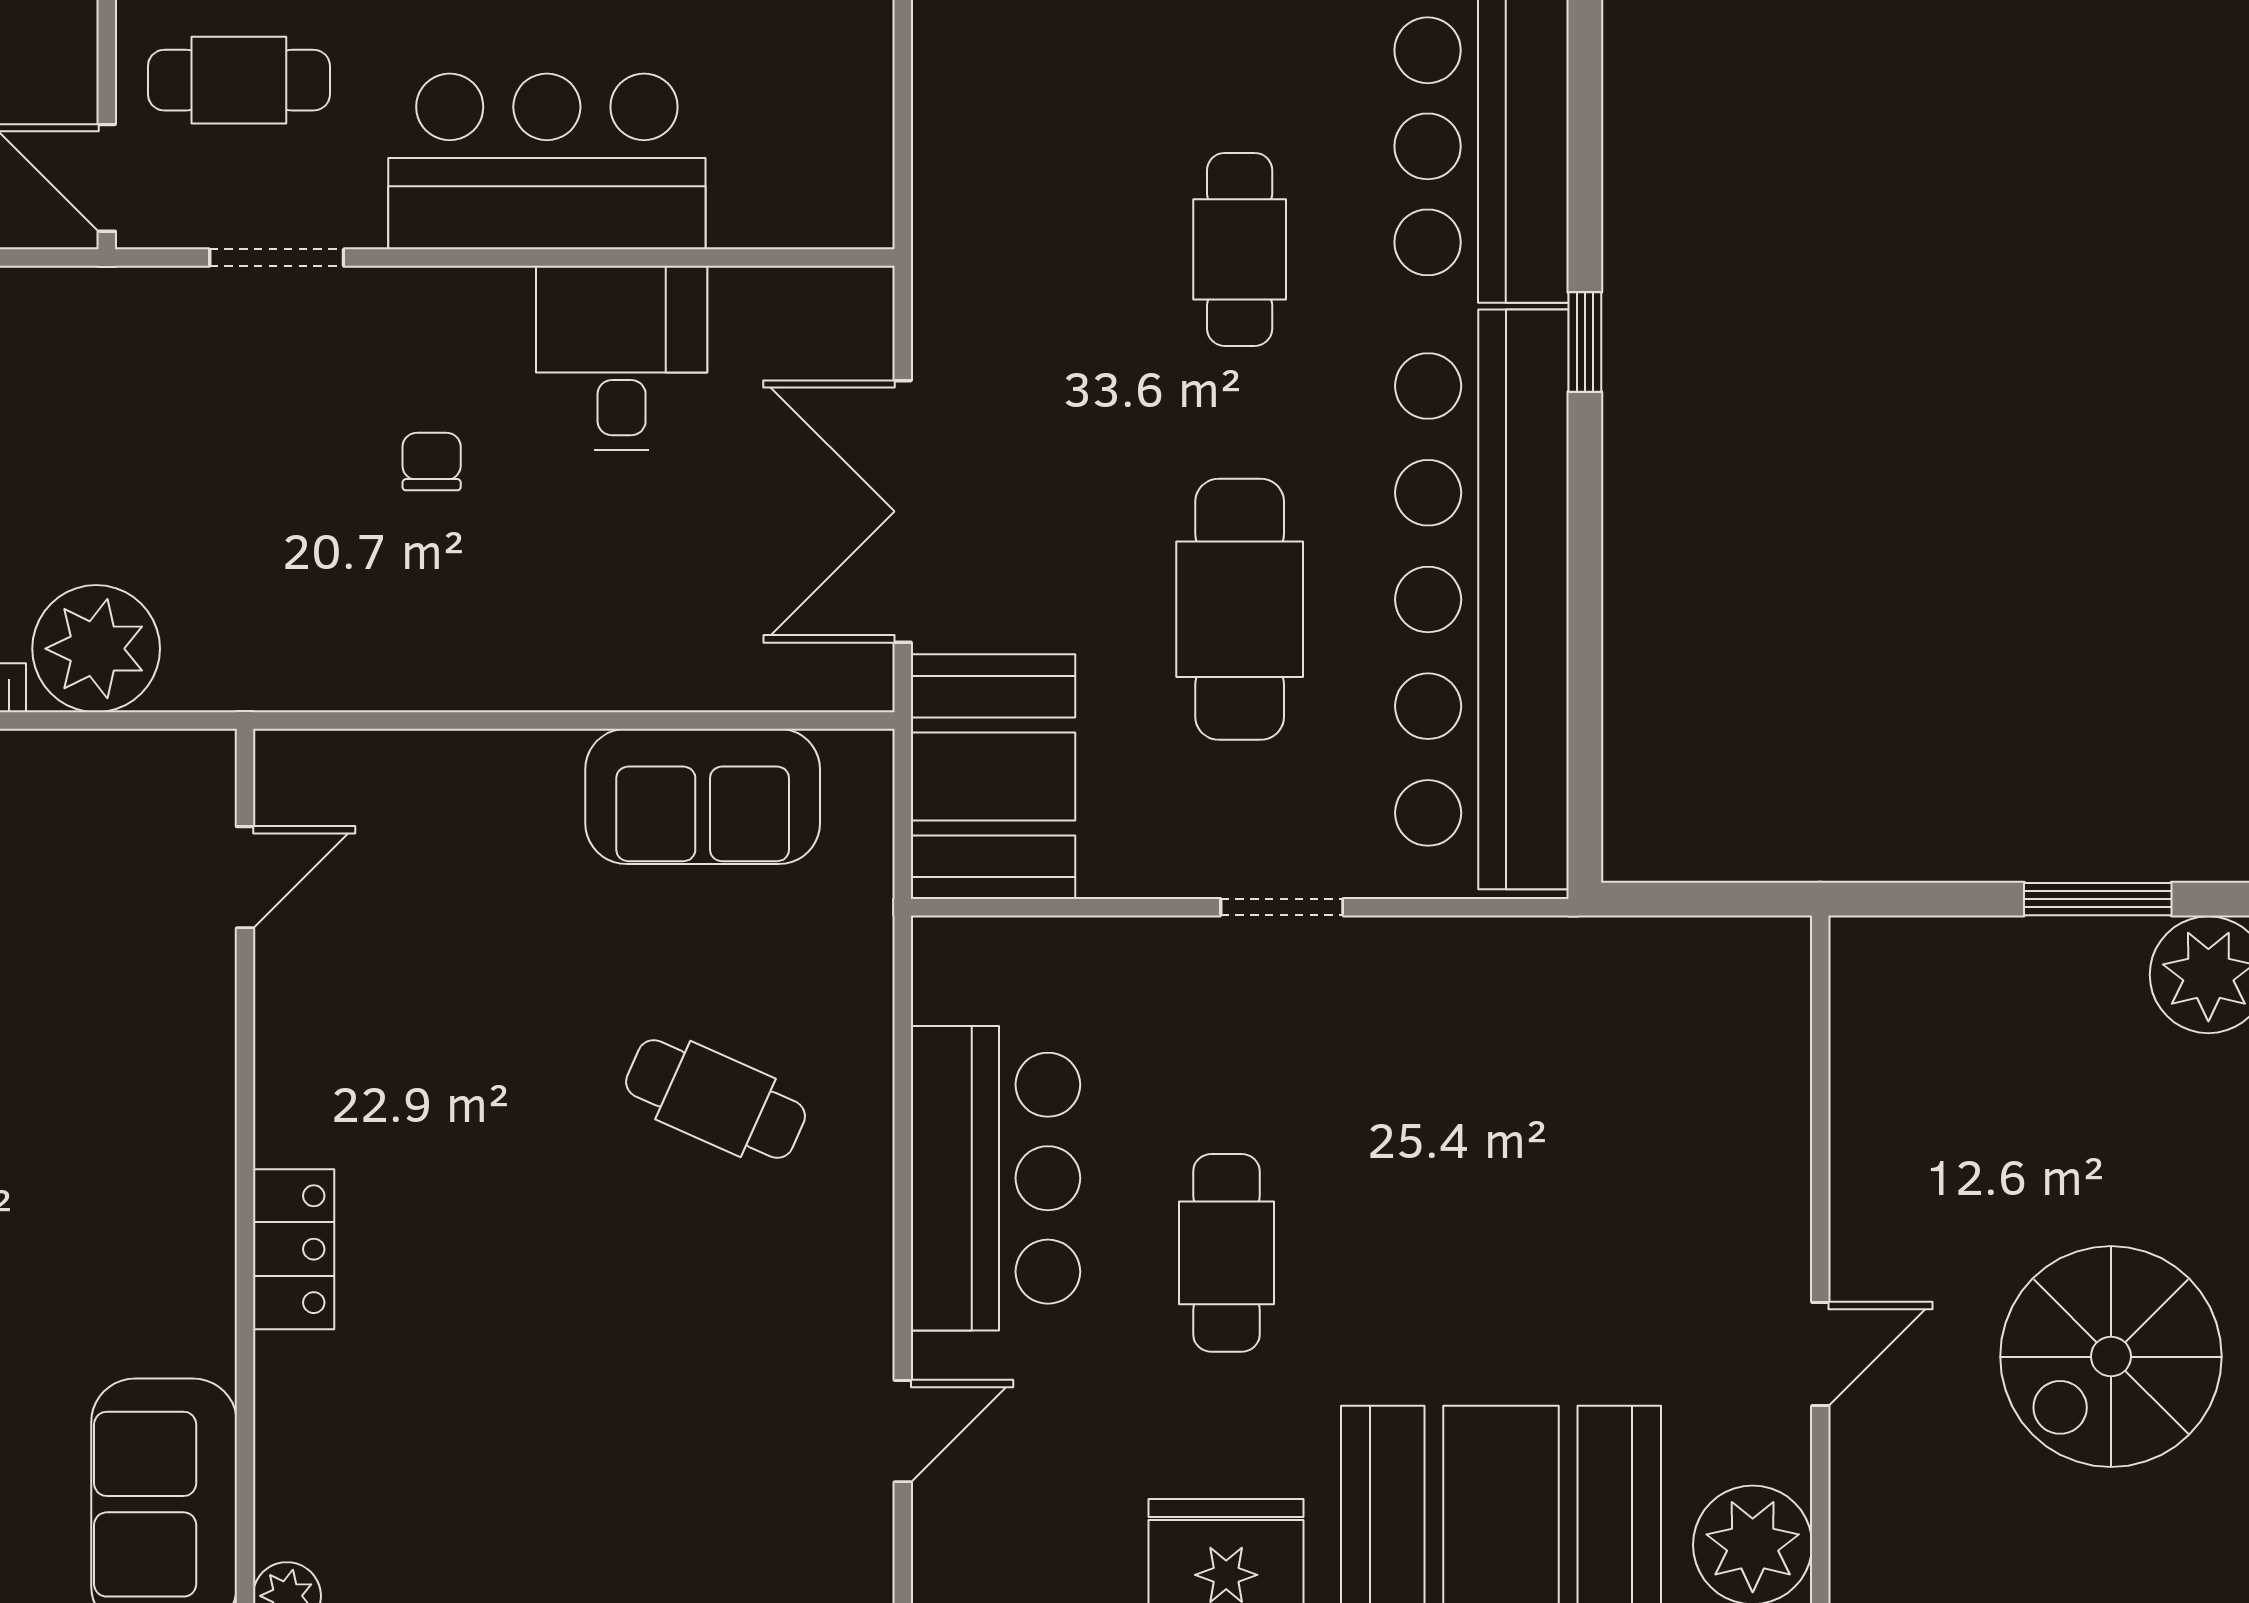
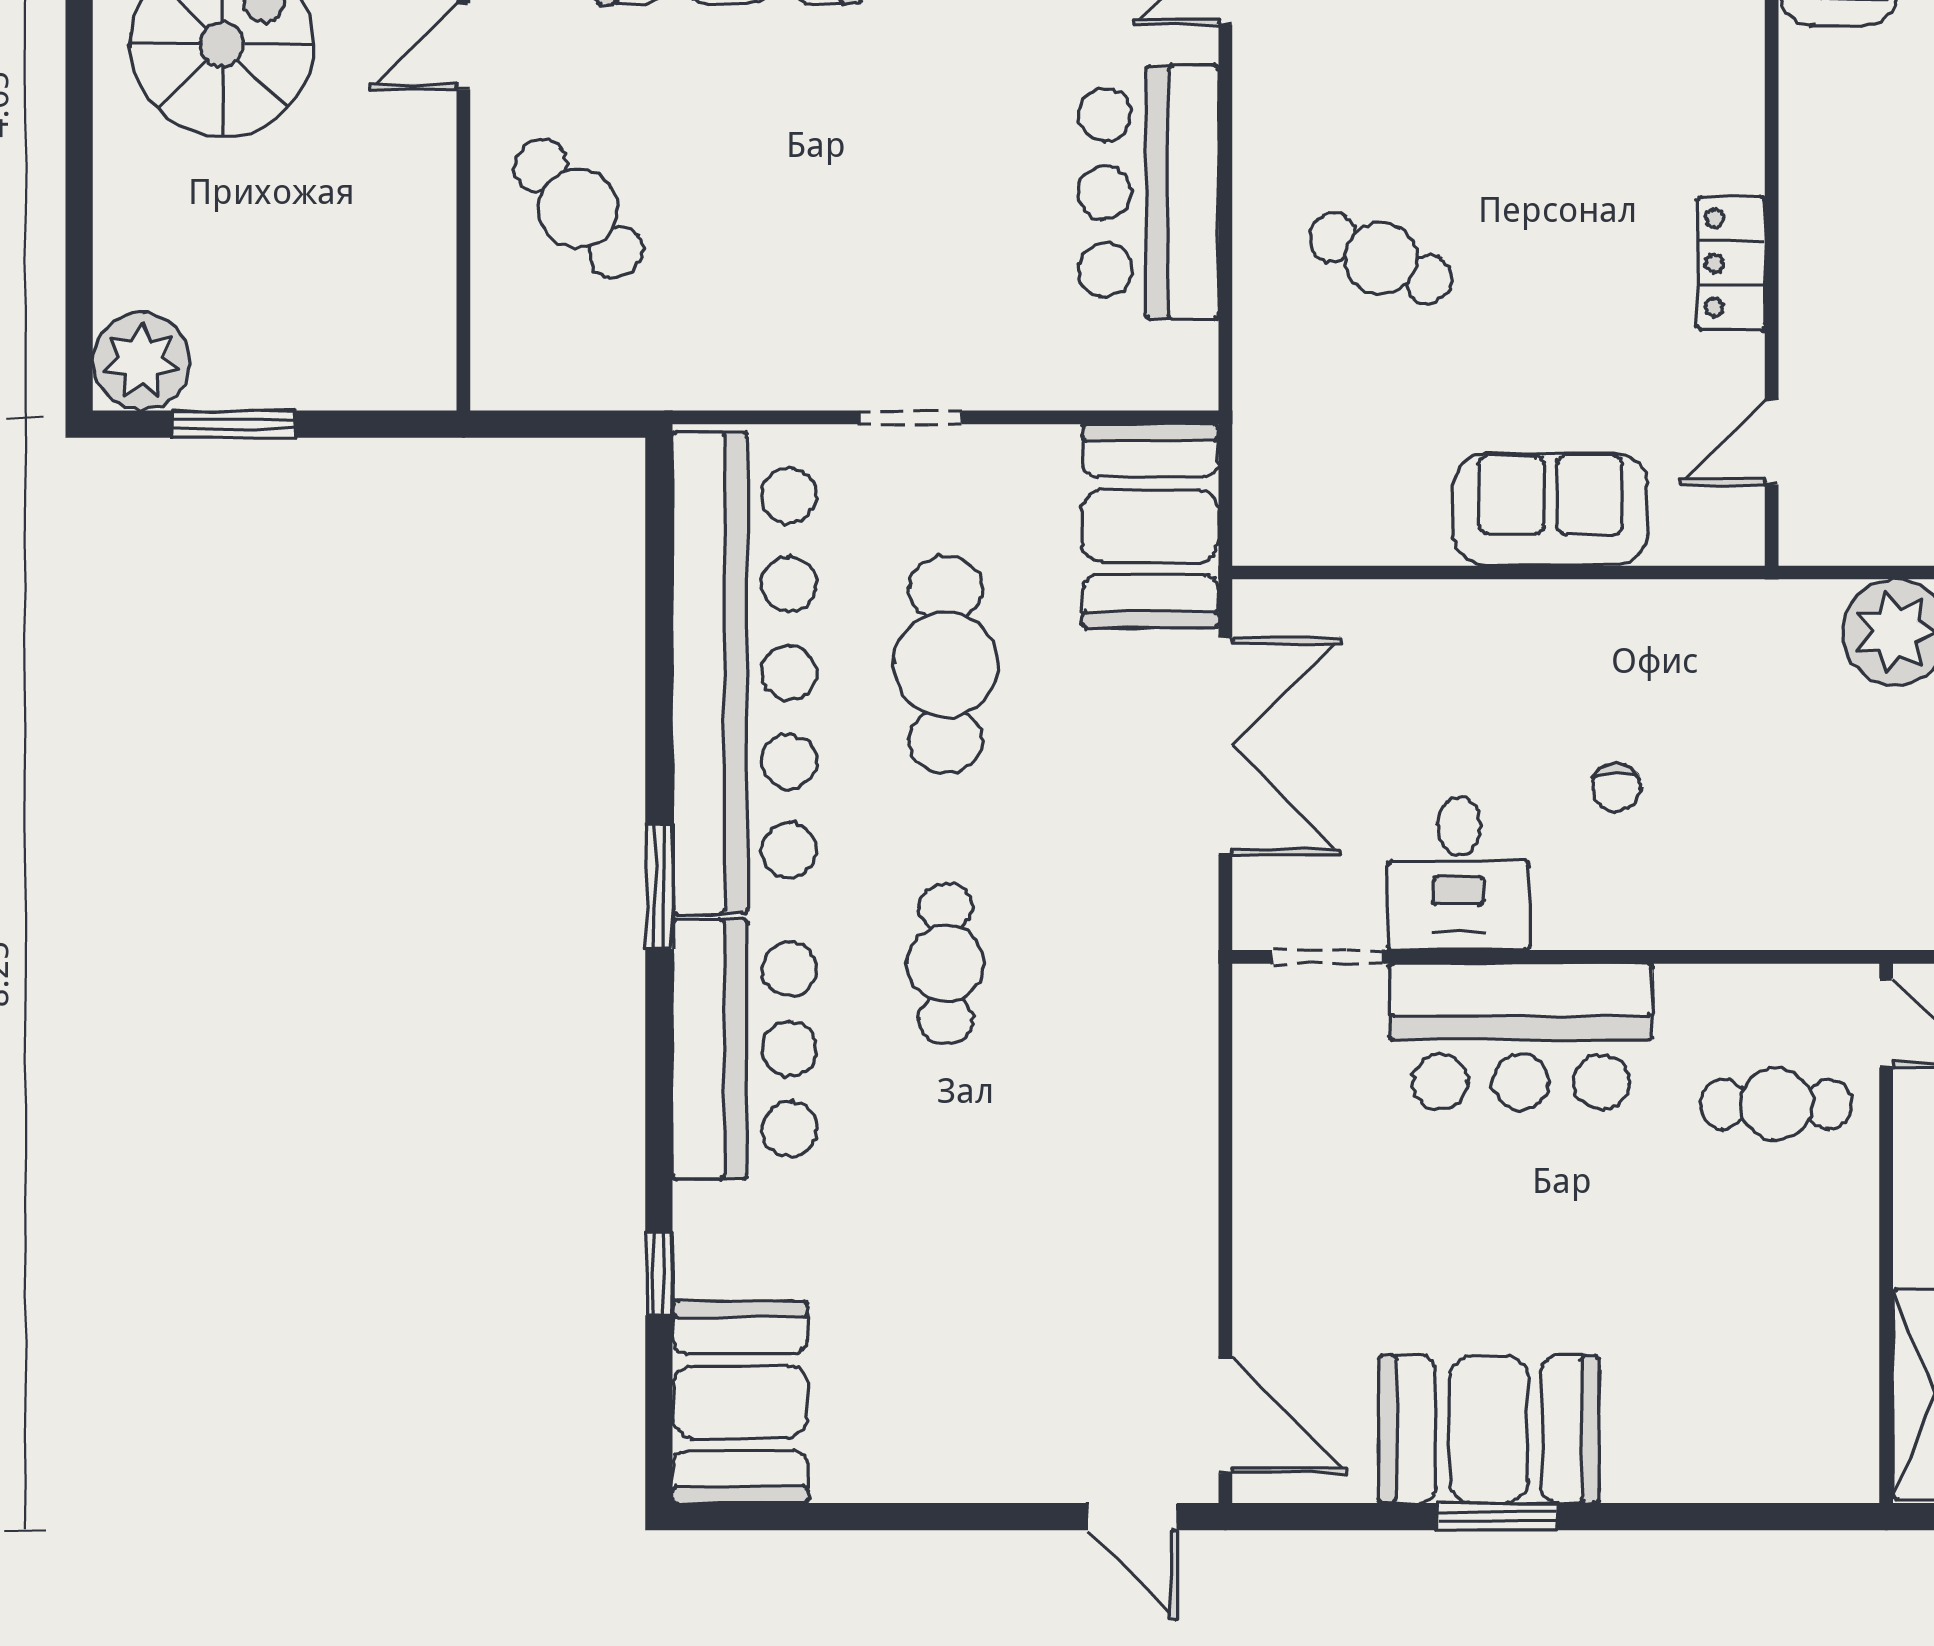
doorway: (277, 258) -> (1328, 957), moved
window: (1585, 342) -> (659, 887), width x1.50
sofa: (703, 796) -> (1551, 510), moved
locker: (294, 1249) -> (1731, 263), moved
cafe table: (1226, 1253) -> (578, 209), moved, turned -41

